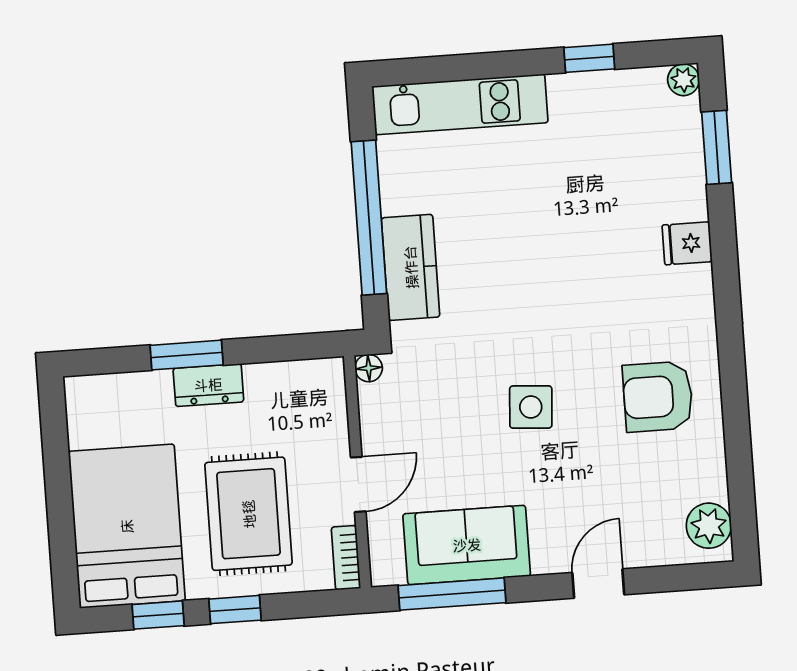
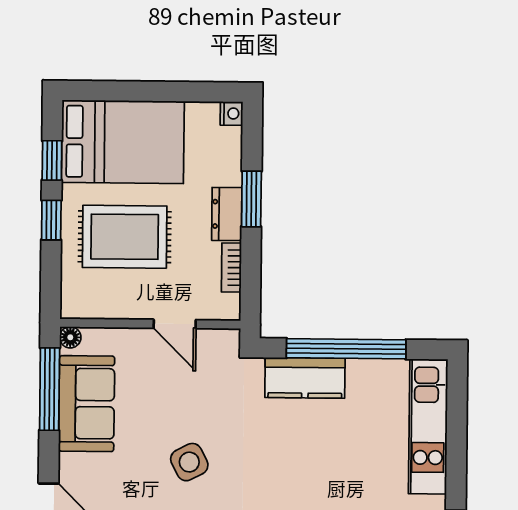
floor lamp: (369, 368) -> (70, 337), moved
nightstand: (79, 390) -> (232, 113), added
side table: (531, 407) -> (189, 462), turned -31
door: (358, 484) -> (175, 324), moved
bookcase: (346, 558) -> (231, 268), moved, turned -90

